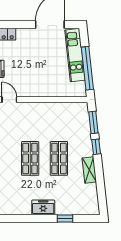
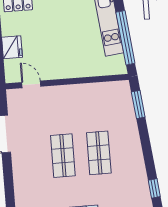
window: (96, 147) -> (154, 188), moved
shelving: (89, 170) -> (138, 164), removed

